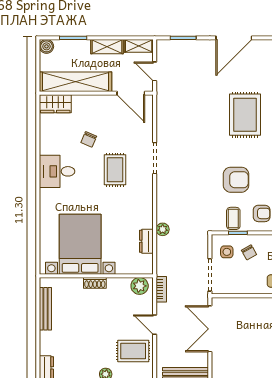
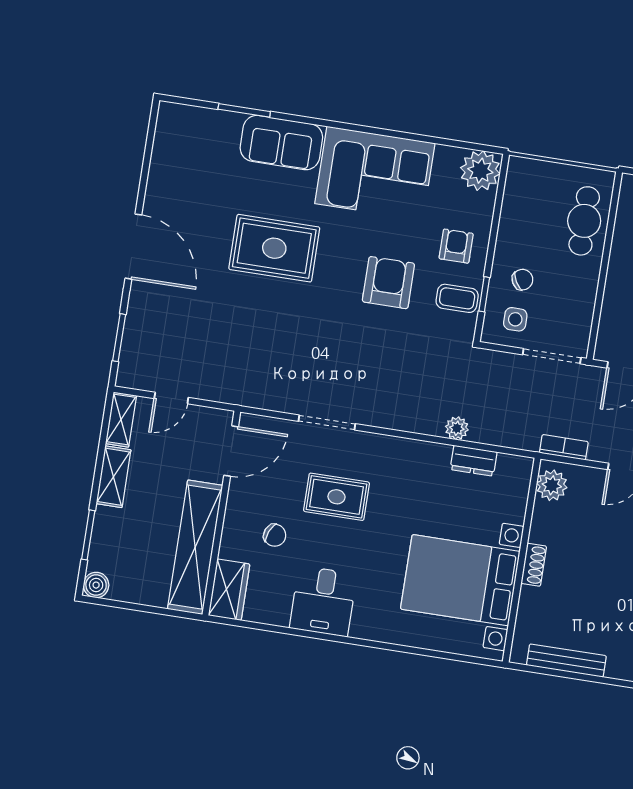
shelving: (76, 82) -> (195, 547), moved
wall: (96, 93) -> (221, 513), moved
door: (131, 93) -> (231, 451), moved
wardrobe: (55, 104) -> (229, 590), moved

